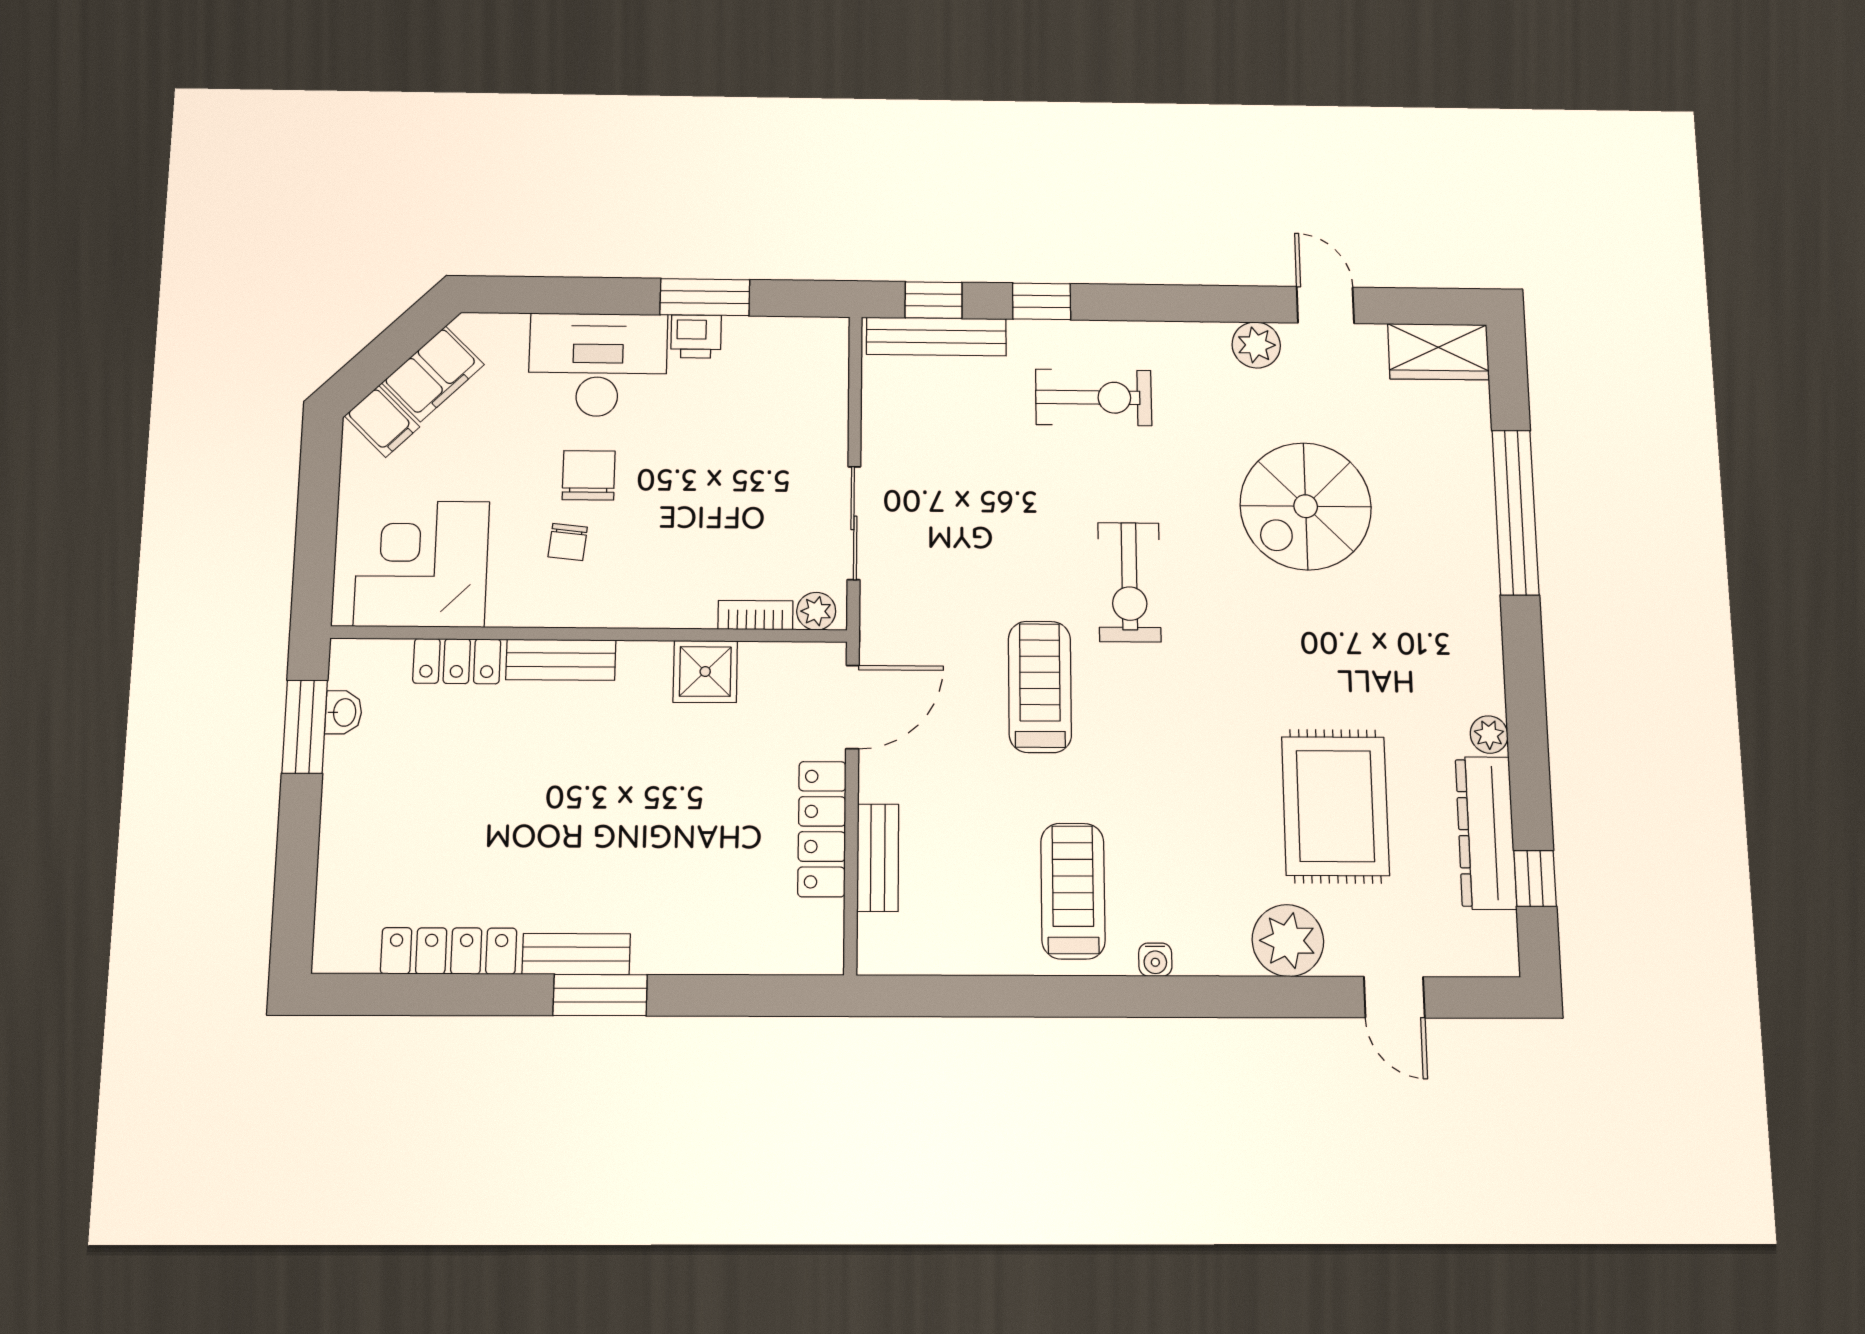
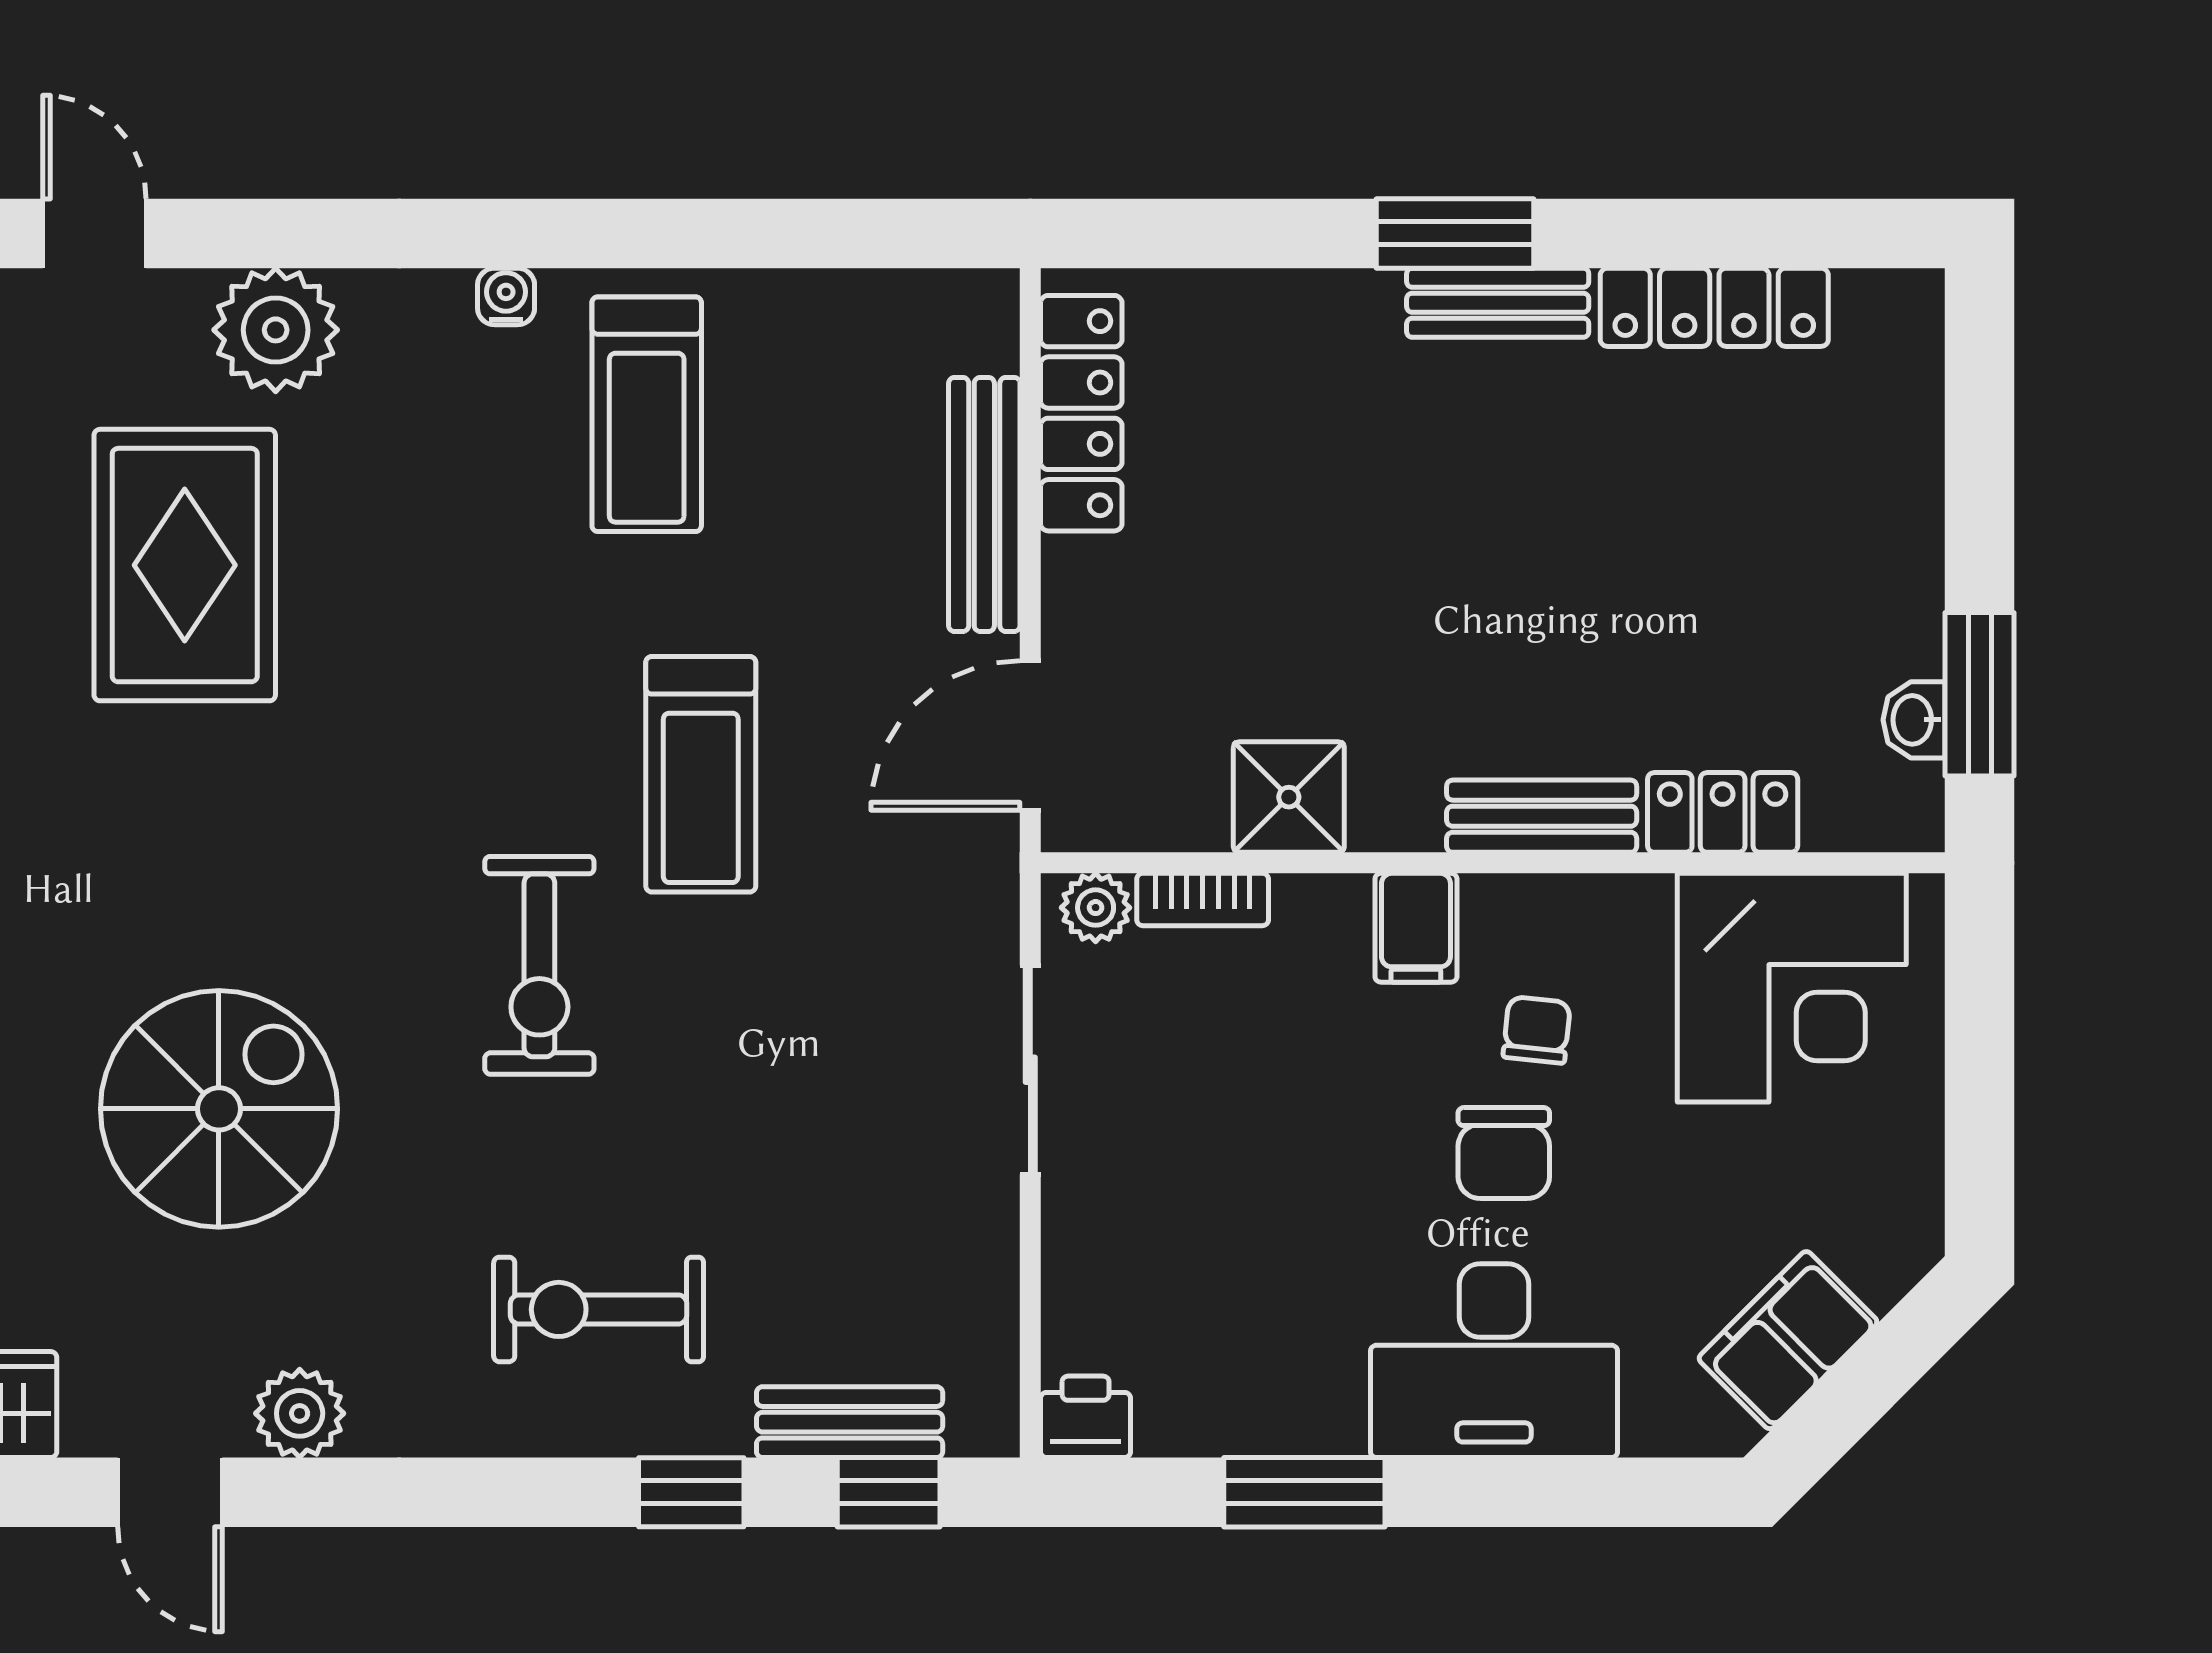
printer: (696, 336) -> (1086, 1417), moved
bench: (936, 337) -> (850, 1422), width x0.73
filing cabinet: (382, 421) -> (1416, 928), moved, turned -135
exercise bike: (1129, 582) -> (539, 965), turned 180
locker: (822, 829) -> (1081, 413), moved
bench: (878, 858) -> (984, 504), width x1.36

